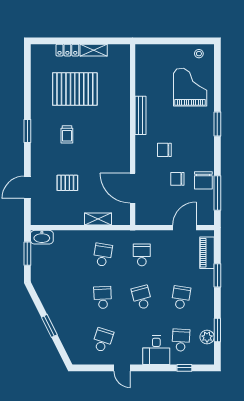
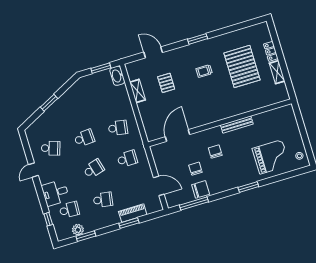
chair: (203, 180) -> (201, 189), turned 180
shelving: (98, 219) -> (138, 91), moved
piano: (207, 253) -> (133, 213), moved

